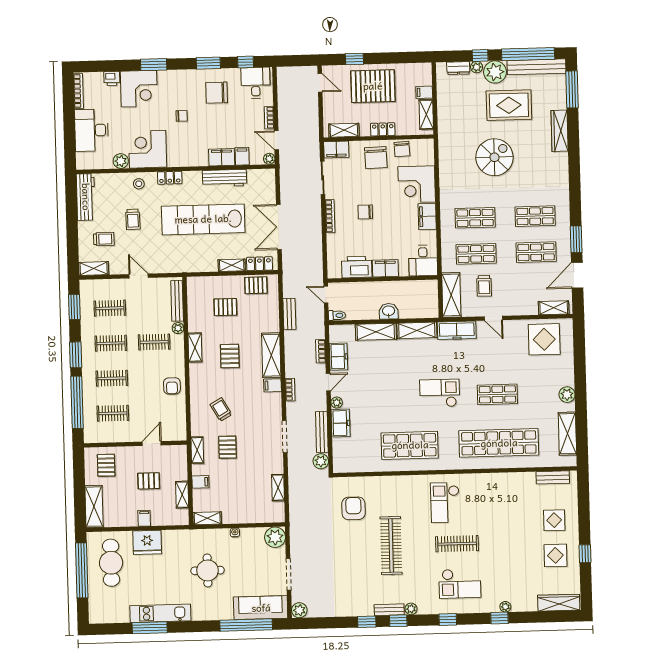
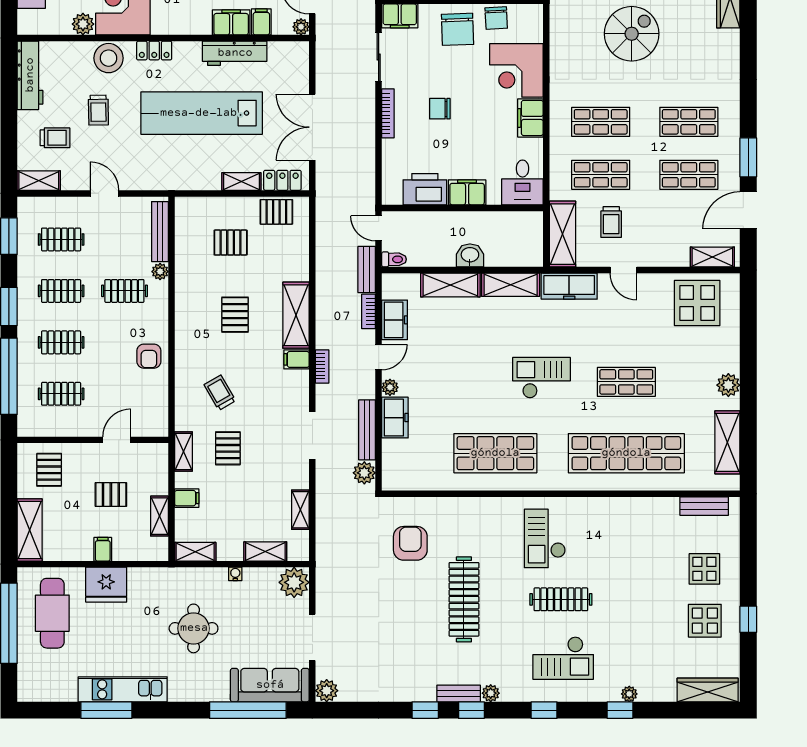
stool: (139, 184) -> (109, 58), width x1.89, depth x1.89
bench: (289, 314) -> (367, 269), moved
shelving: (195, 347) -> (265, 551), moved, turned 90

